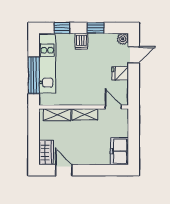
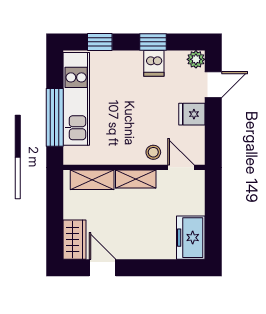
dishwasher: (81, 41) -> (154, 63), moved
stool: (96, 97) -> (153, 152), added

